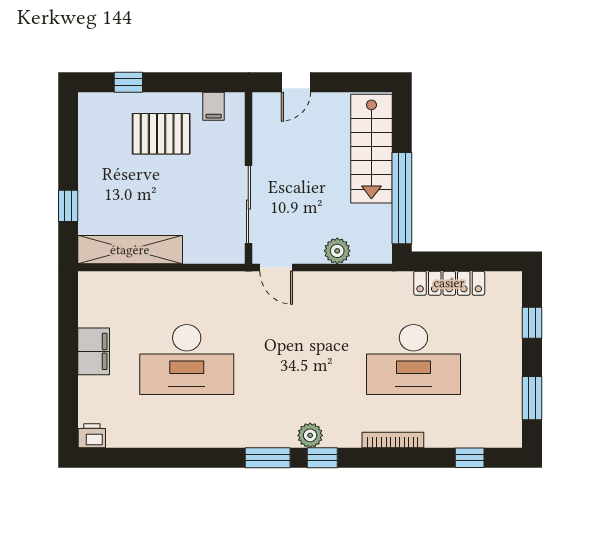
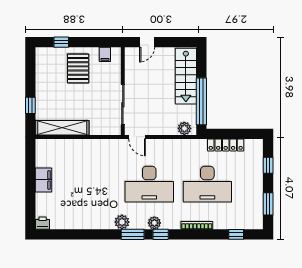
pallet: (161, 134) -> (78, 68), turned 90
plant: (337, 251) -> (184, 128), moved
desk: (187, 360) -> (149, 184), moved
plant: (247, 433) -> (122, 222), added

